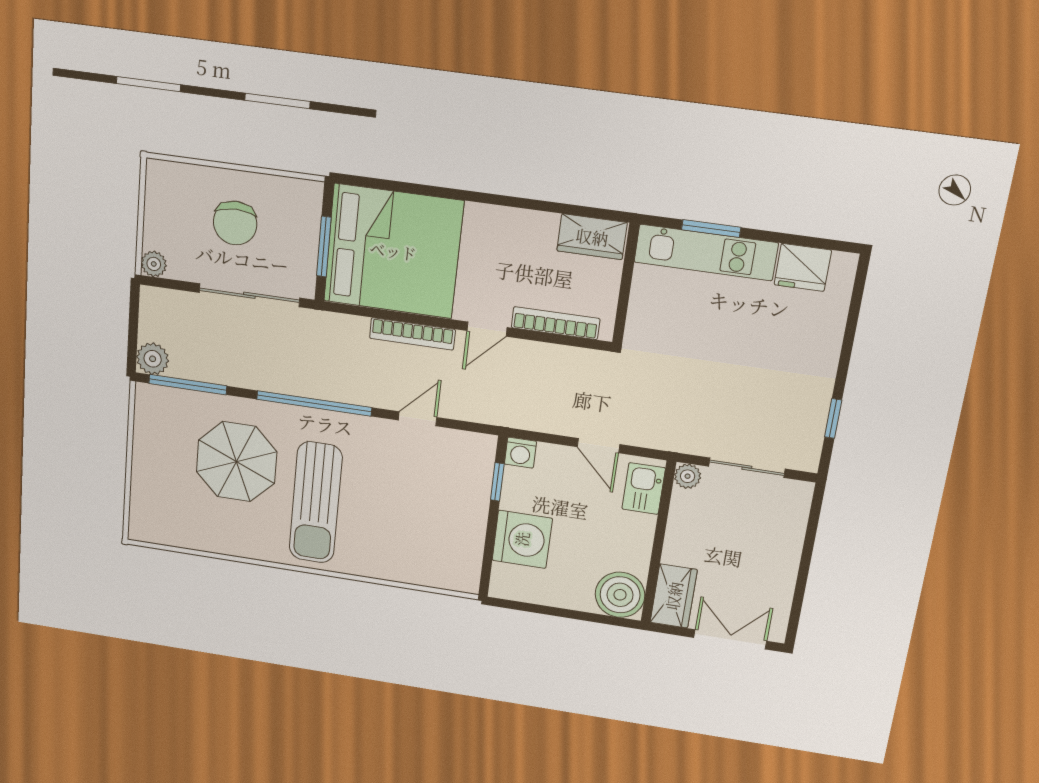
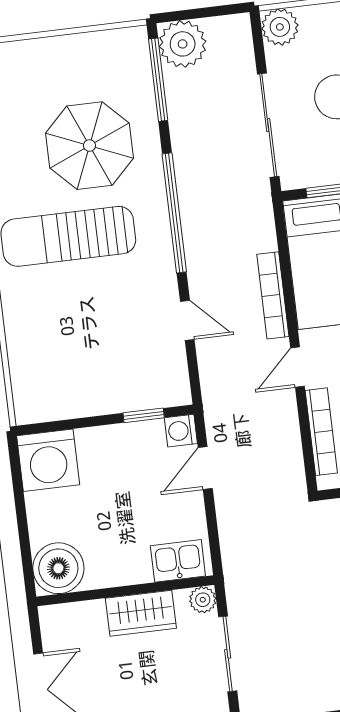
plant: (154, 264) -> (280, 27), width x1.38, depth x1.38
door: (487, 329) -> (298, 367), hinge flipped
plant: (153, 359) -> (183, 44), width x1.36, depth x1.36
door: (598, 446) -> (205, 468), moved
washing machine: (522, 539) -> (48, 460), moved
wardrobe: (674, 596) -> (141, 613), moved

